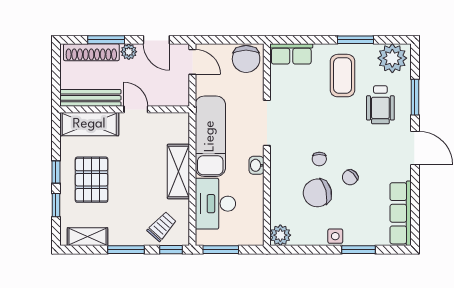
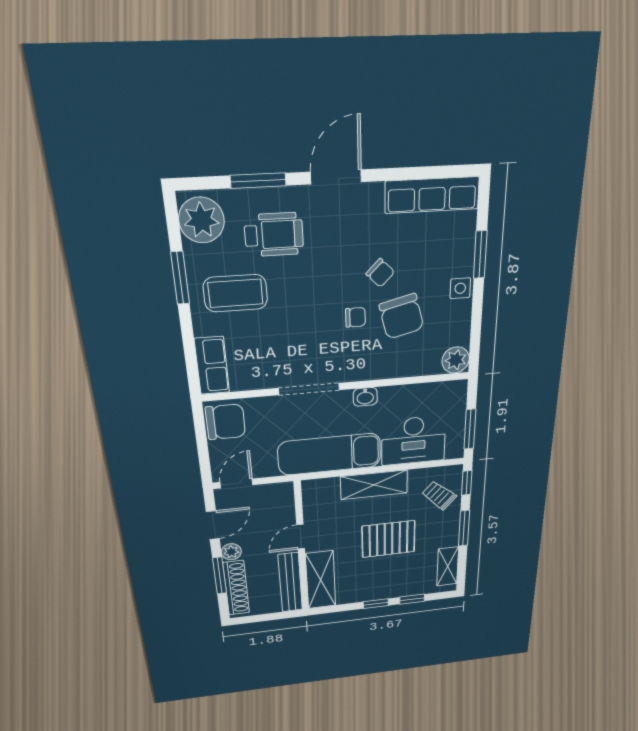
pallet: (92, 180) -> (388, 539), moved

